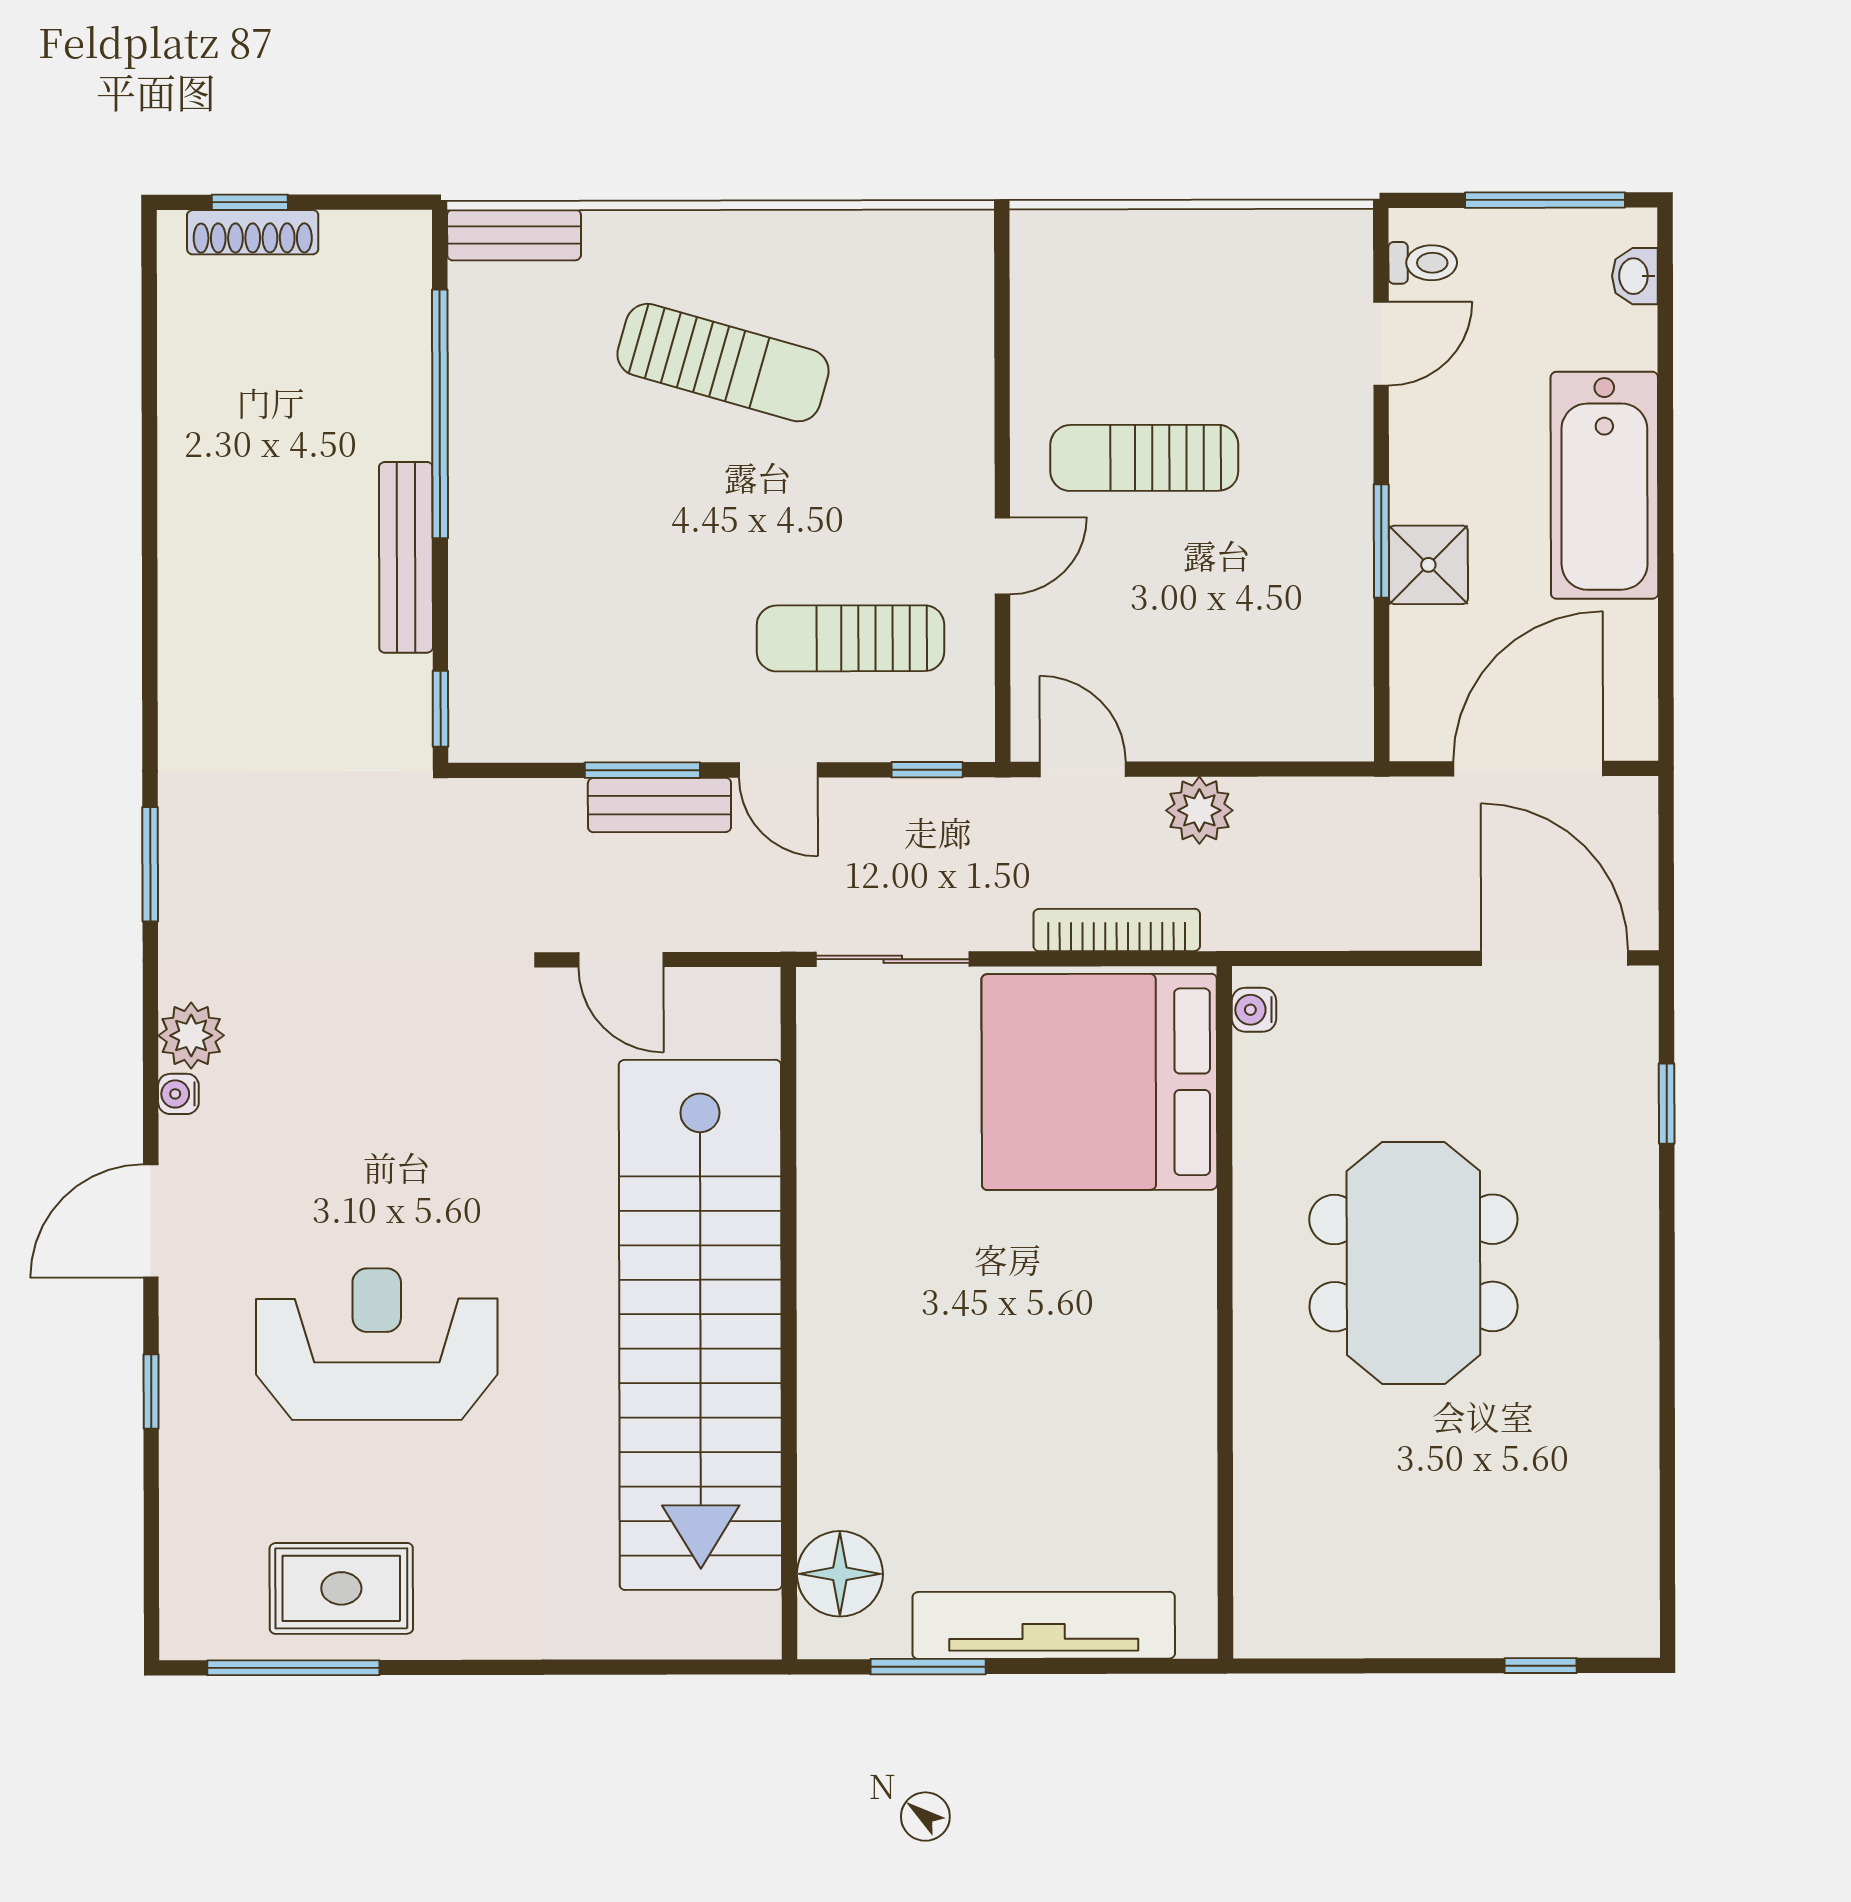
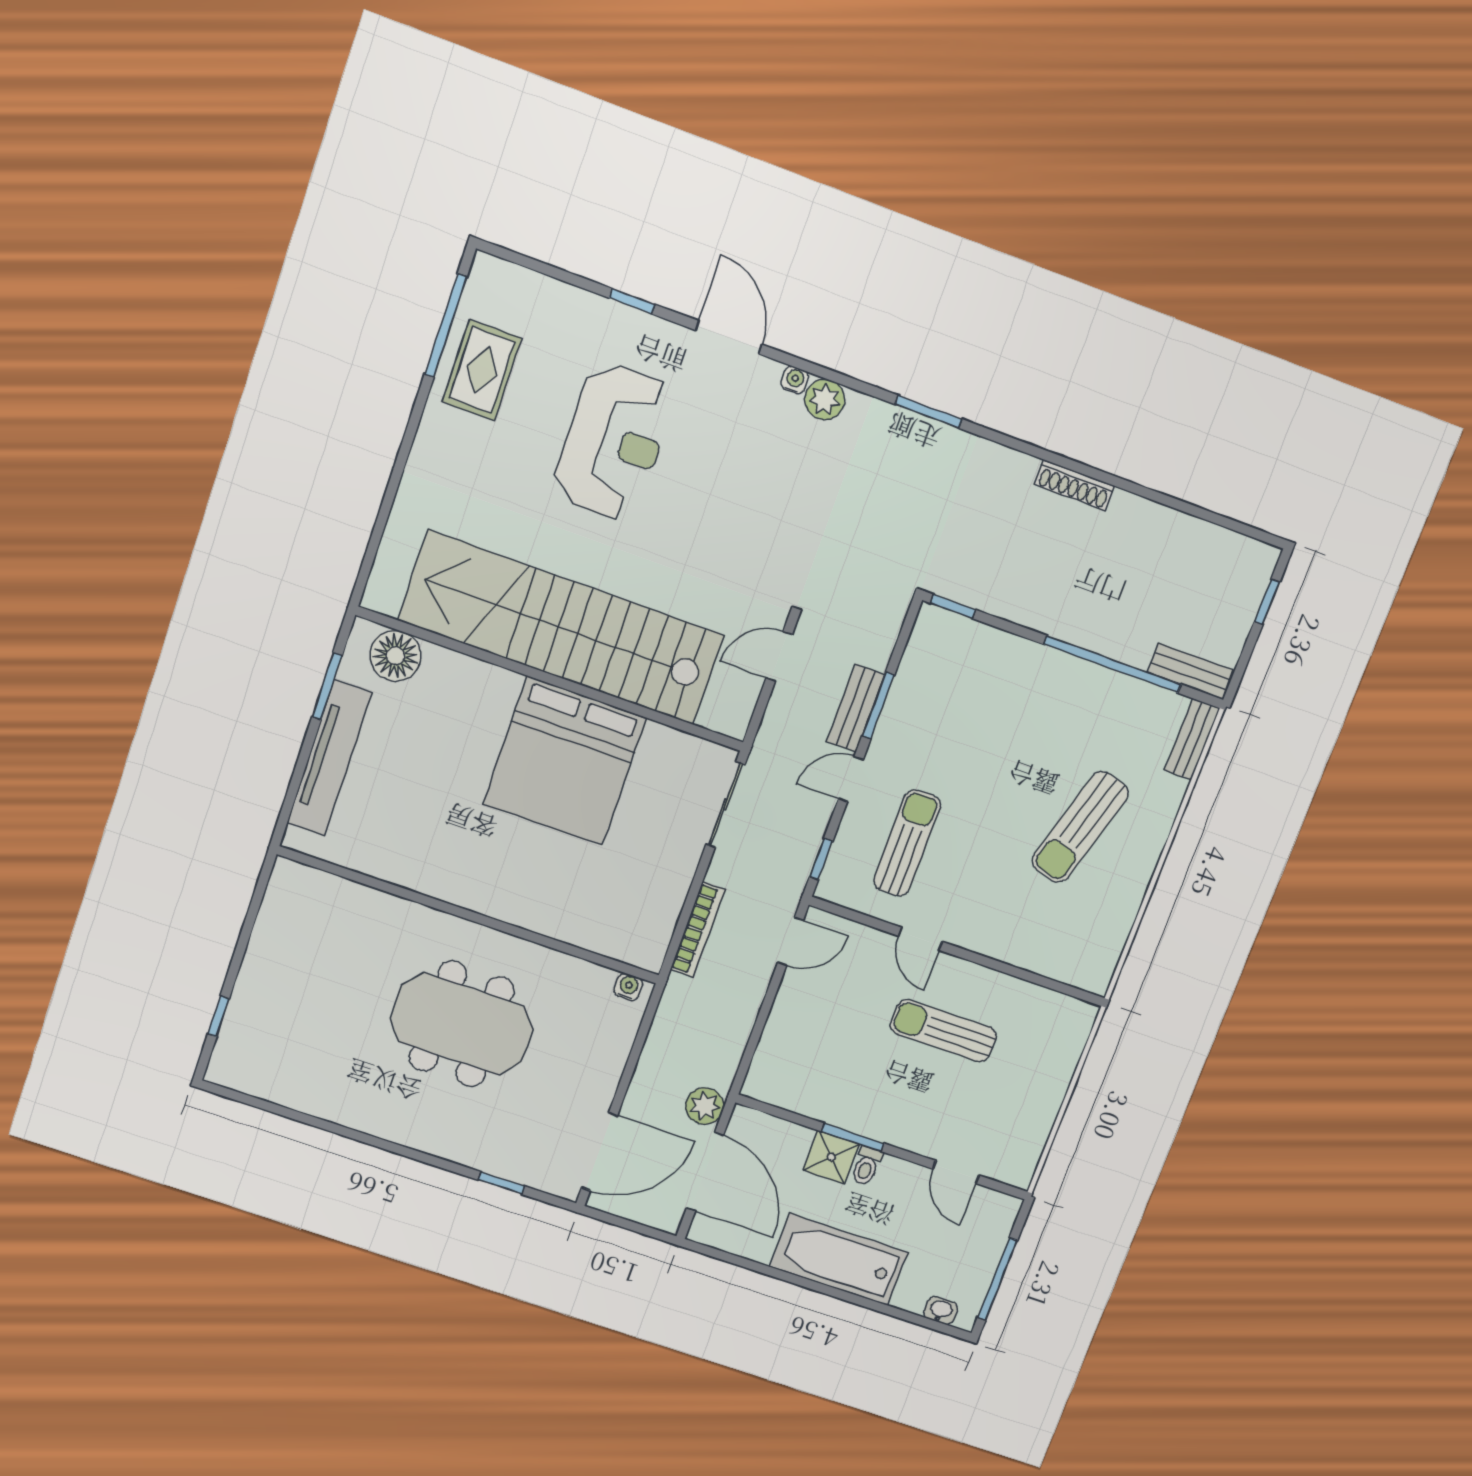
shoe rack: (253, 232) -> (1074, 485), moved, turned -90
toilet: (1423, 263) -> (866, 1166), moved
sun lounger: (1144, 458) -> (943, 1031), turned -90
bench: (406, 557) -> (1190, 671), moved, width x0.73
plant: (1199, 810) -> (705, 1106), moved
bed: (1099, 1082) -> (565, 761), moved, turned 180

